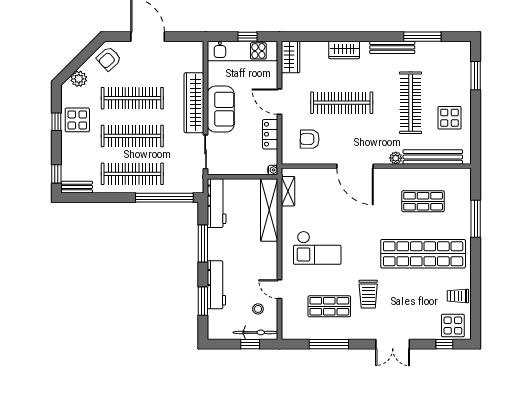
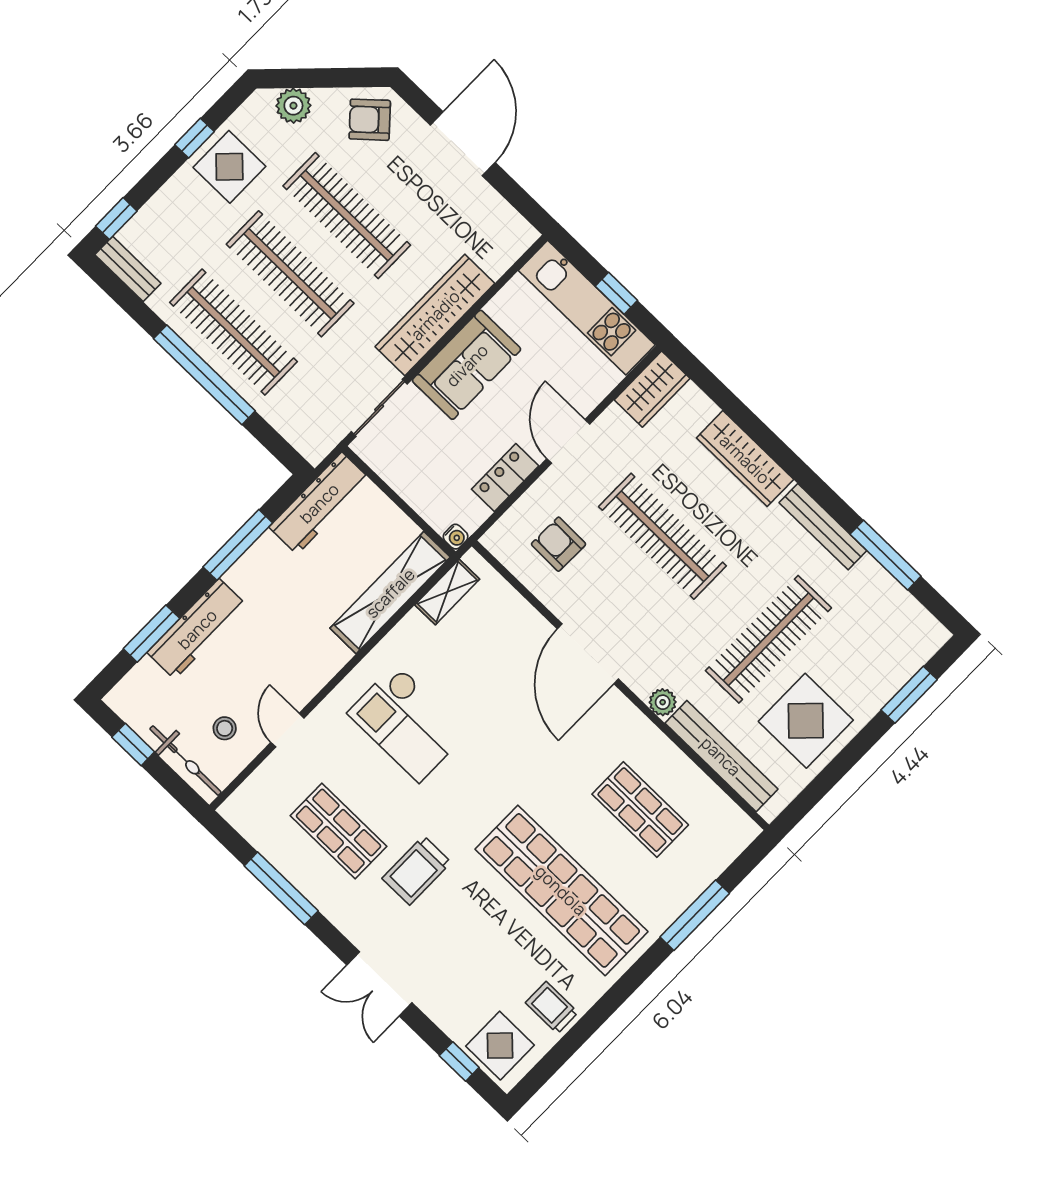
wardrobe: (344, 50) -> (745, 459), width x1.50
display table: (450, 118) -> (806, 721), width x1.36, depth x1.36
window: (164, 198) -> (204, 375), moved
window: (250, 344) -> (133, 744), moved

